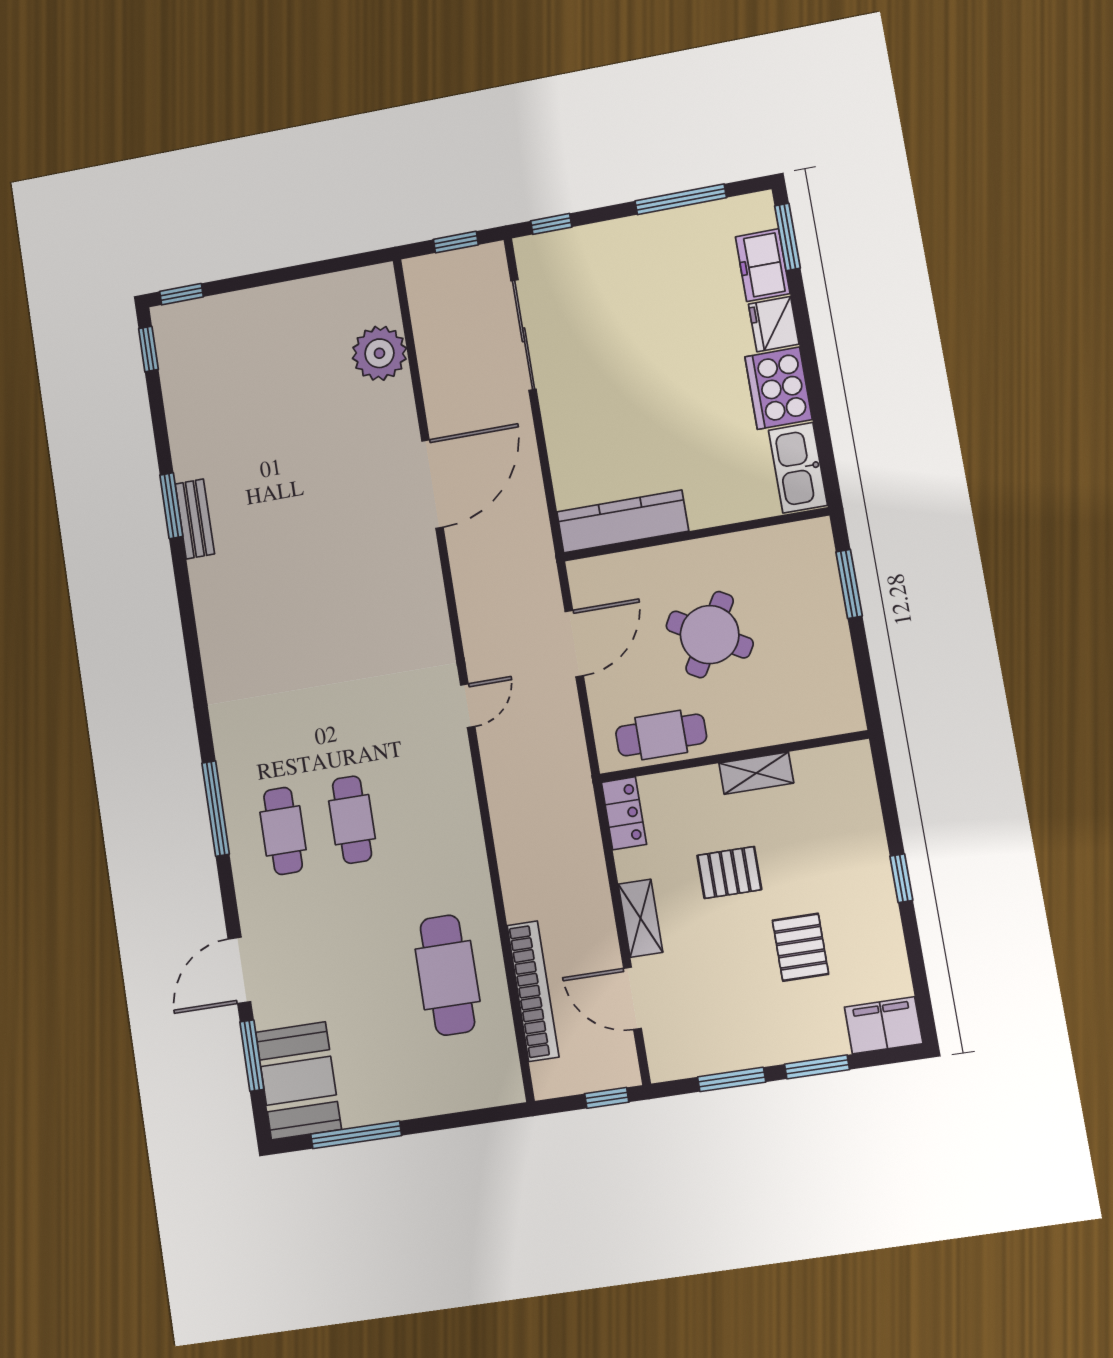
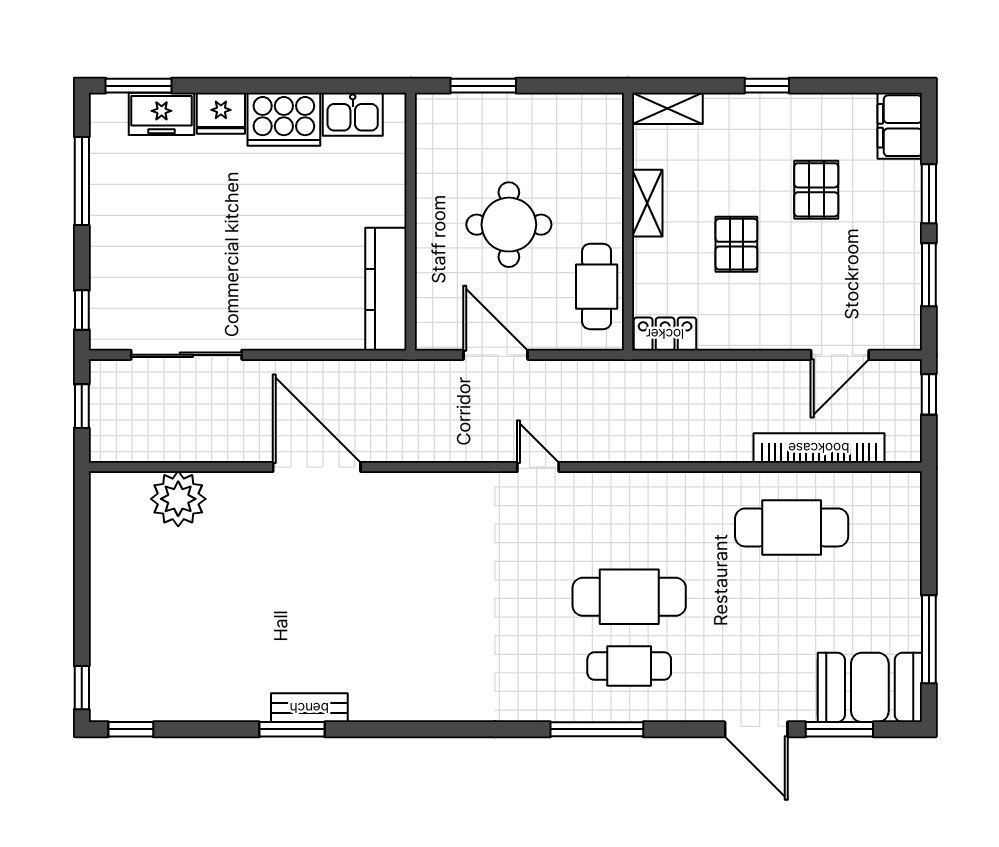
kitchen sink: (798, 468) -> (353, 114), width x0.73
round table: (710, 635) -> (509, 225), turned -30
cafe table: (352, 820) -> (629, 597), width x1.37, depth x1.35
shelving: (641, 918) -> (667, 108), moved
pallet: (800, 947) -> (816, 190), turned 90

